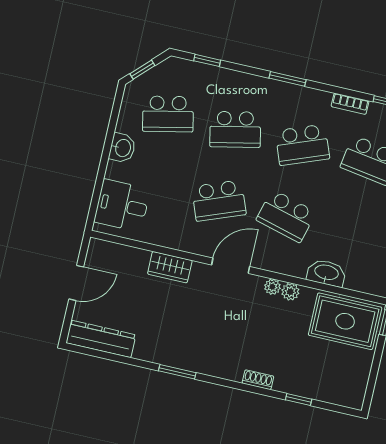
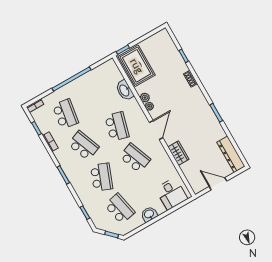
school desk: (235, 129) -> (102, 177), turned 33
door: (231, 266) -> (156, 130), swing flipped

